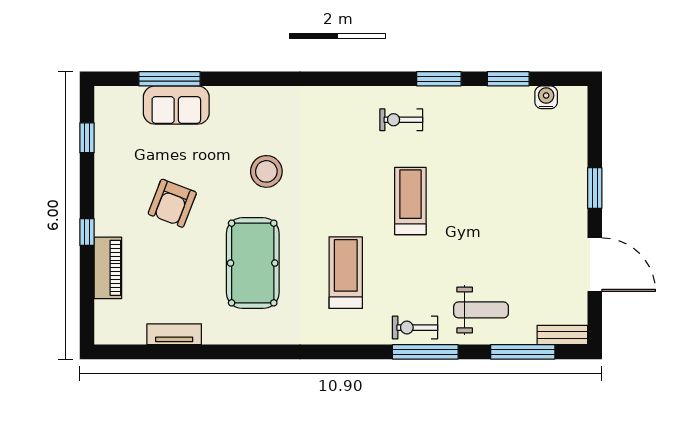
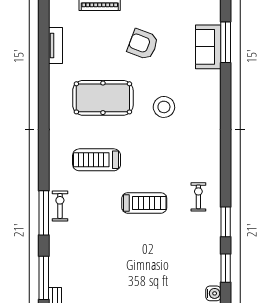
treadmill: (346, 273) -> (97, 160), turned 180
weight bench: (481, 310) -> (72, 250), removed

